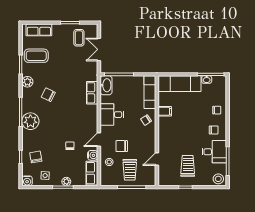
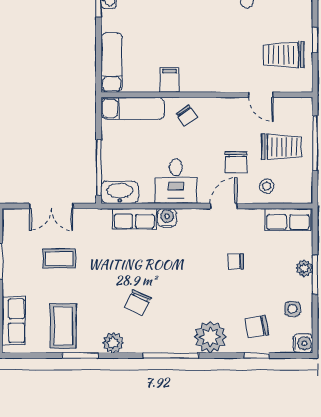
coffee table: (79, 38) -> (59, 258), moved
exam couch: (180, 84) -> (112, 62), width x0.73, depth x0.69
plant: (30, 121) -> (210, 337), moved
door: (99, 140) -> (224, 206), swing flipped
water cooler: (93, 155) -> (167, 218), moved
trolley: (188, 166) -> (284, 55), moved

